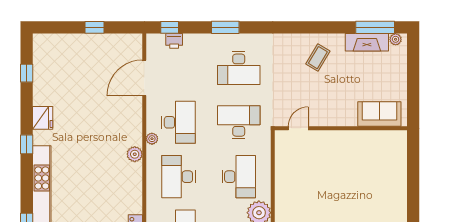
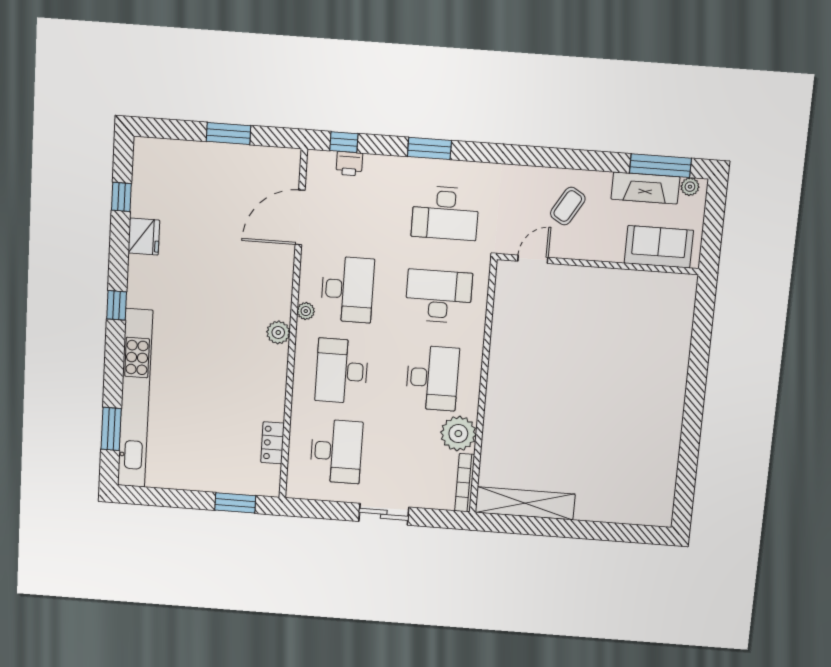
window: (94, 27) -> (228, 133), width x1.50
sofa: (379, 114) -> (659, 247), moved
fridge: (43, 118) -> (144, 237), moved
door: (298, 128) -> (533, 259), moved
wall: (341, 128) -> (598, 264), moved

